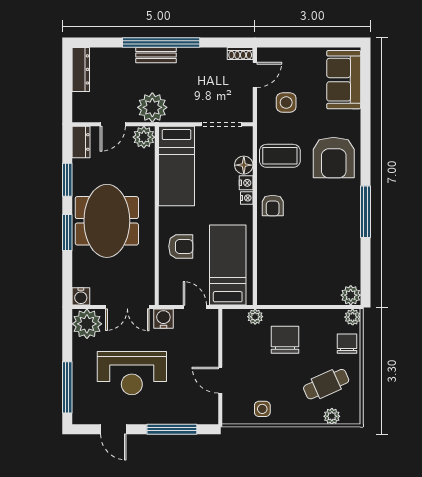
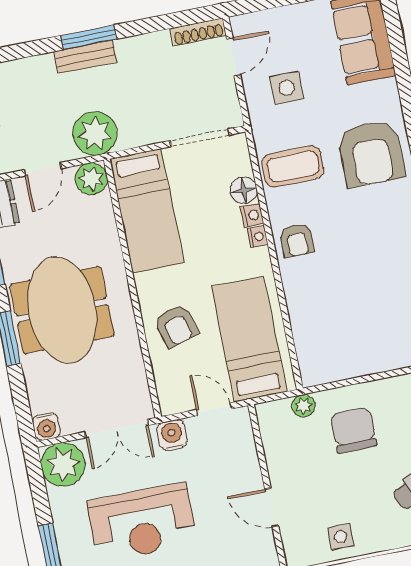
window: (161, 43) -> (89, 37), width x0.47
shoe rack: (240, 54) -> (198, 32), width x1.43
armchair: (181, 246) -> (176, 326), turned 74

